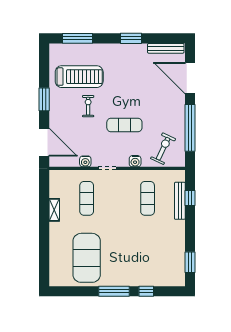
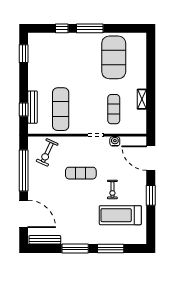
window: (77, 38) -> (111, 249), moved
window: (131, 38) -> (75, 249), width x1.44
water cooler: (135, 161) -> (72, 142), removed
exercise mat: (148, 198) -> (61, 109), width x1.36, depth x1.45

